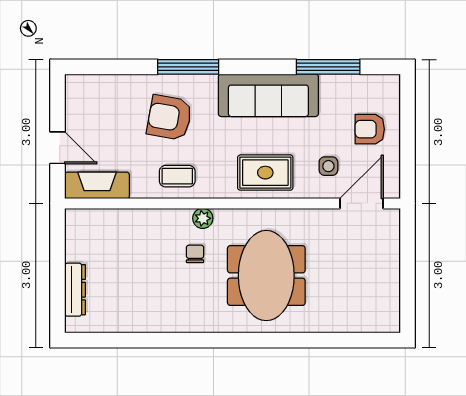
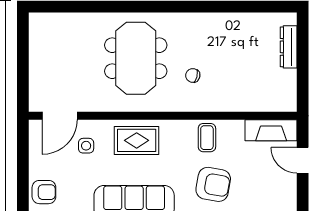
armchair: (370, 129) -> (44, 192), moved
coffee table: (177, 176) -> (207, 138), turned 90
plant: (203, 218) -> (187, 104), removed
chair: (195, 254) -> (193, 75), turned 104

